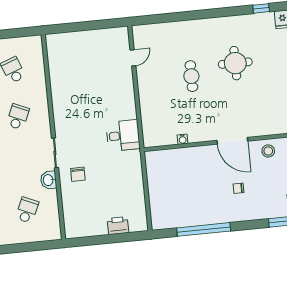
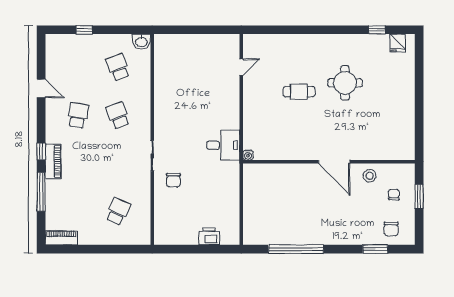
cafe table: (191, 76) -> (299, 92), turned 90
school desk: (18, 117) -> (118, 115), turned -45
water cooler: (183, 139) -> (248, 155), moved
washbasin: (49, 180) -> (141, 42), moved, turned -90
chair: (239, 188) -> (336, 211), removed

